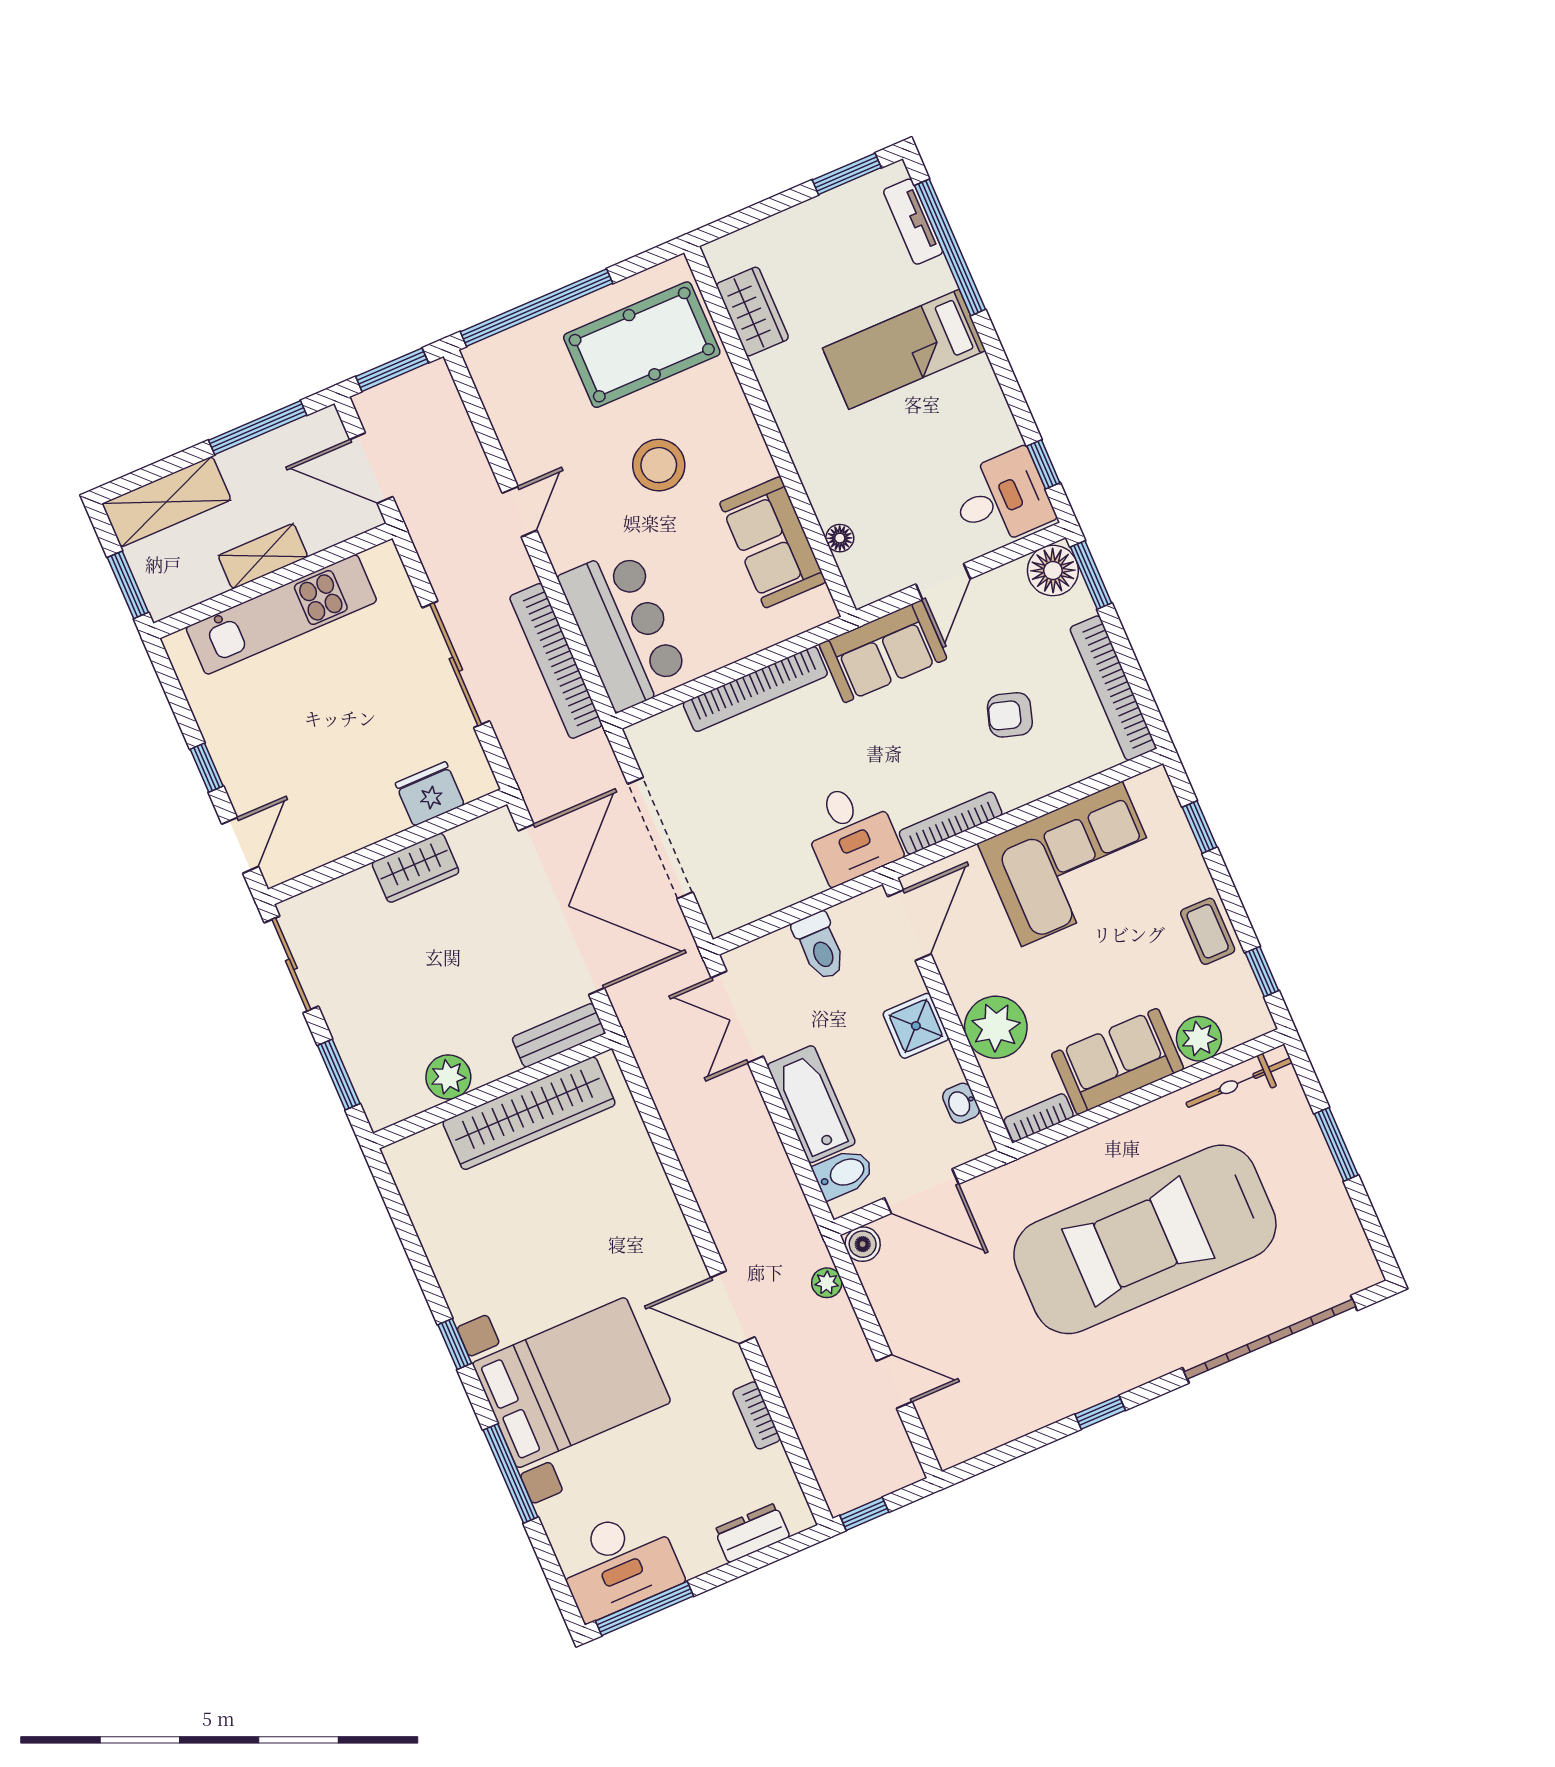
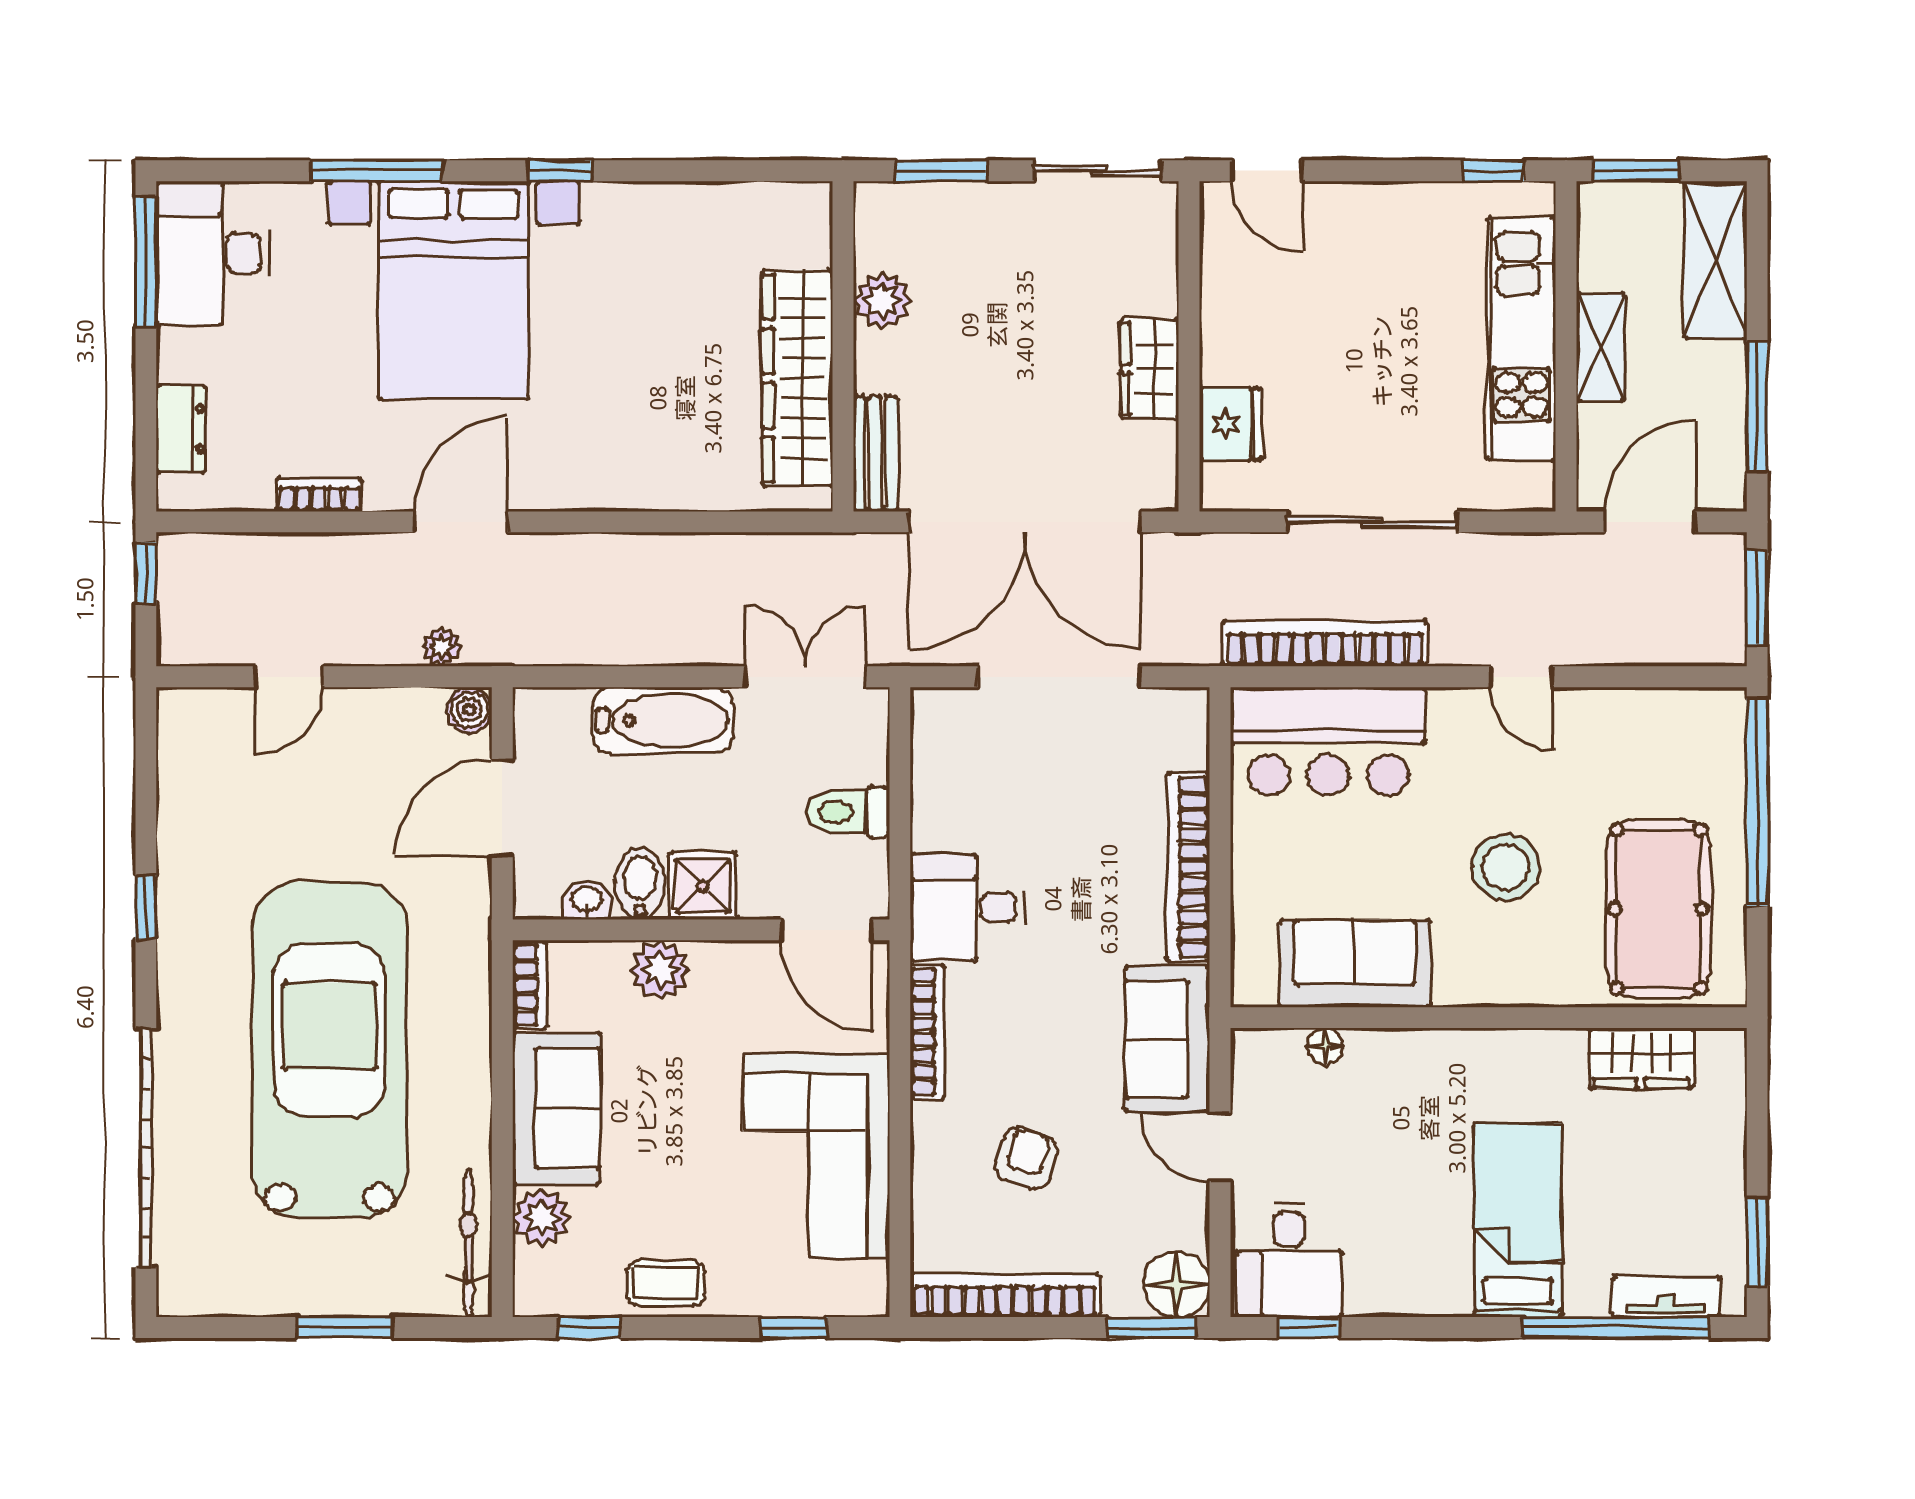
window: (207, 768) -> (1494, 171), moved
plant: (996, 1027) -> (660, 970), width x0.73, depth x0.73
bidet: (843, 1174) -> (640, 883), moved, turned 180

